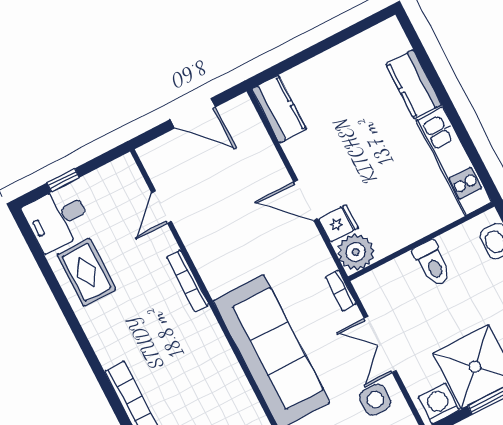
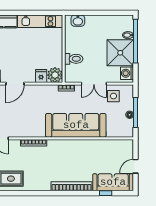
door: (306, 200) -> (15, 84), moved
toilet: (432, 263) -> (74, 59), moved

